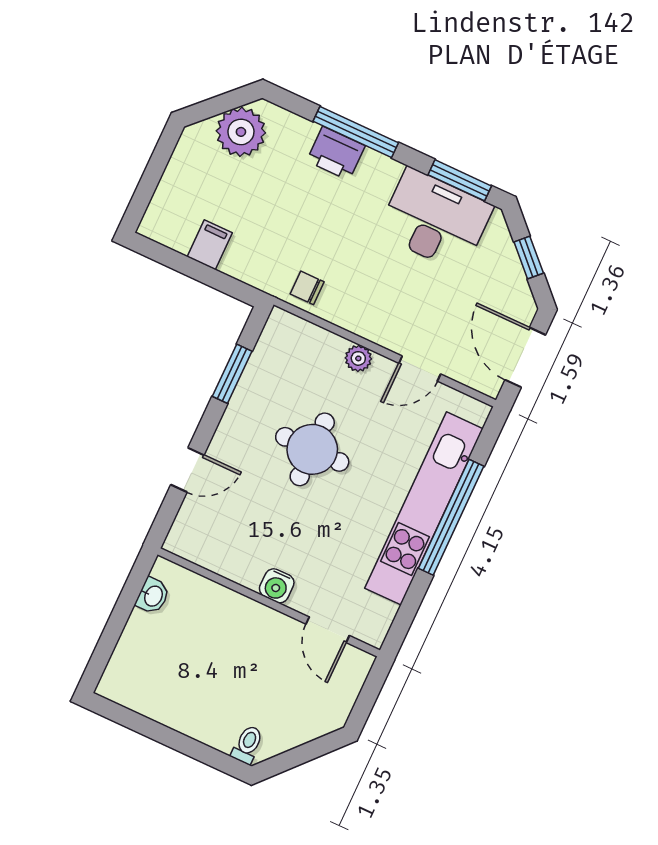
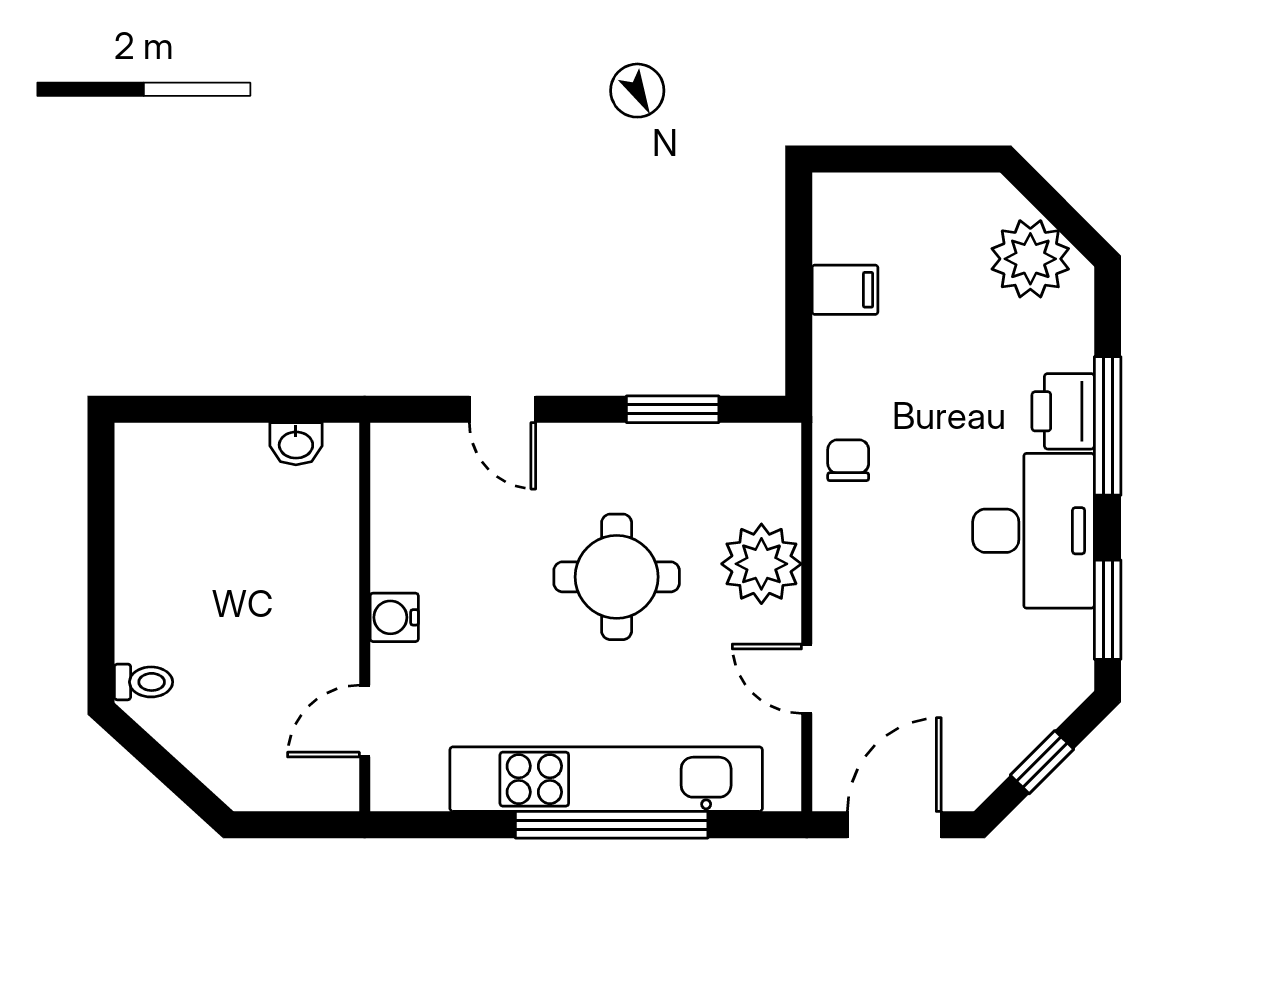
desk: (435, 220) -> (1033, 531), moved
plant: (358, 358) -> (761, 564), width x1.88, depth x1.88

